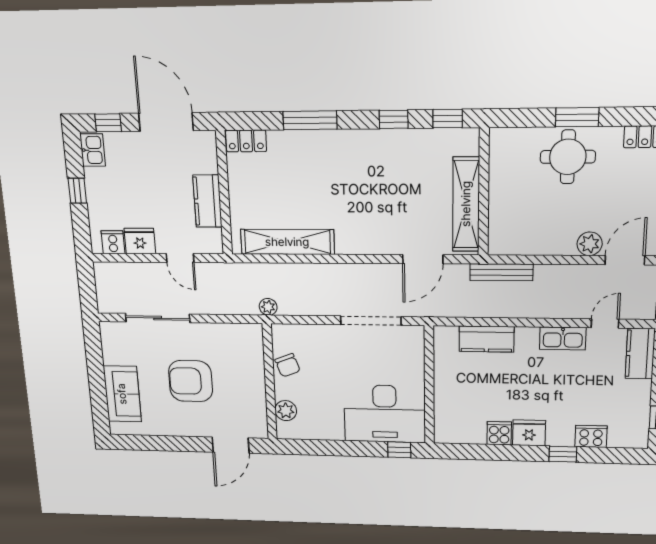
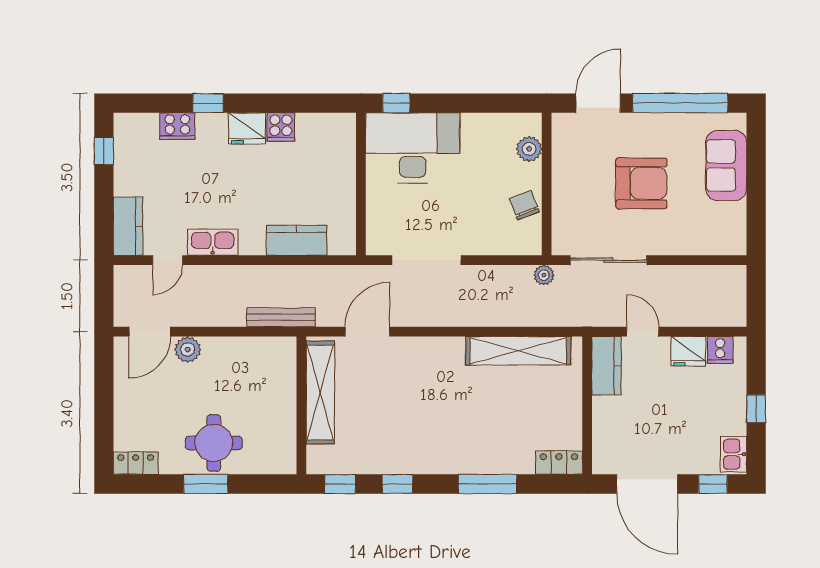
kitchen counter: (207, 201) -> (607, 366), moved
sliding door: (158, 318) -> (608, 260), moved
window: (164, 443) -> (680, 103), added

